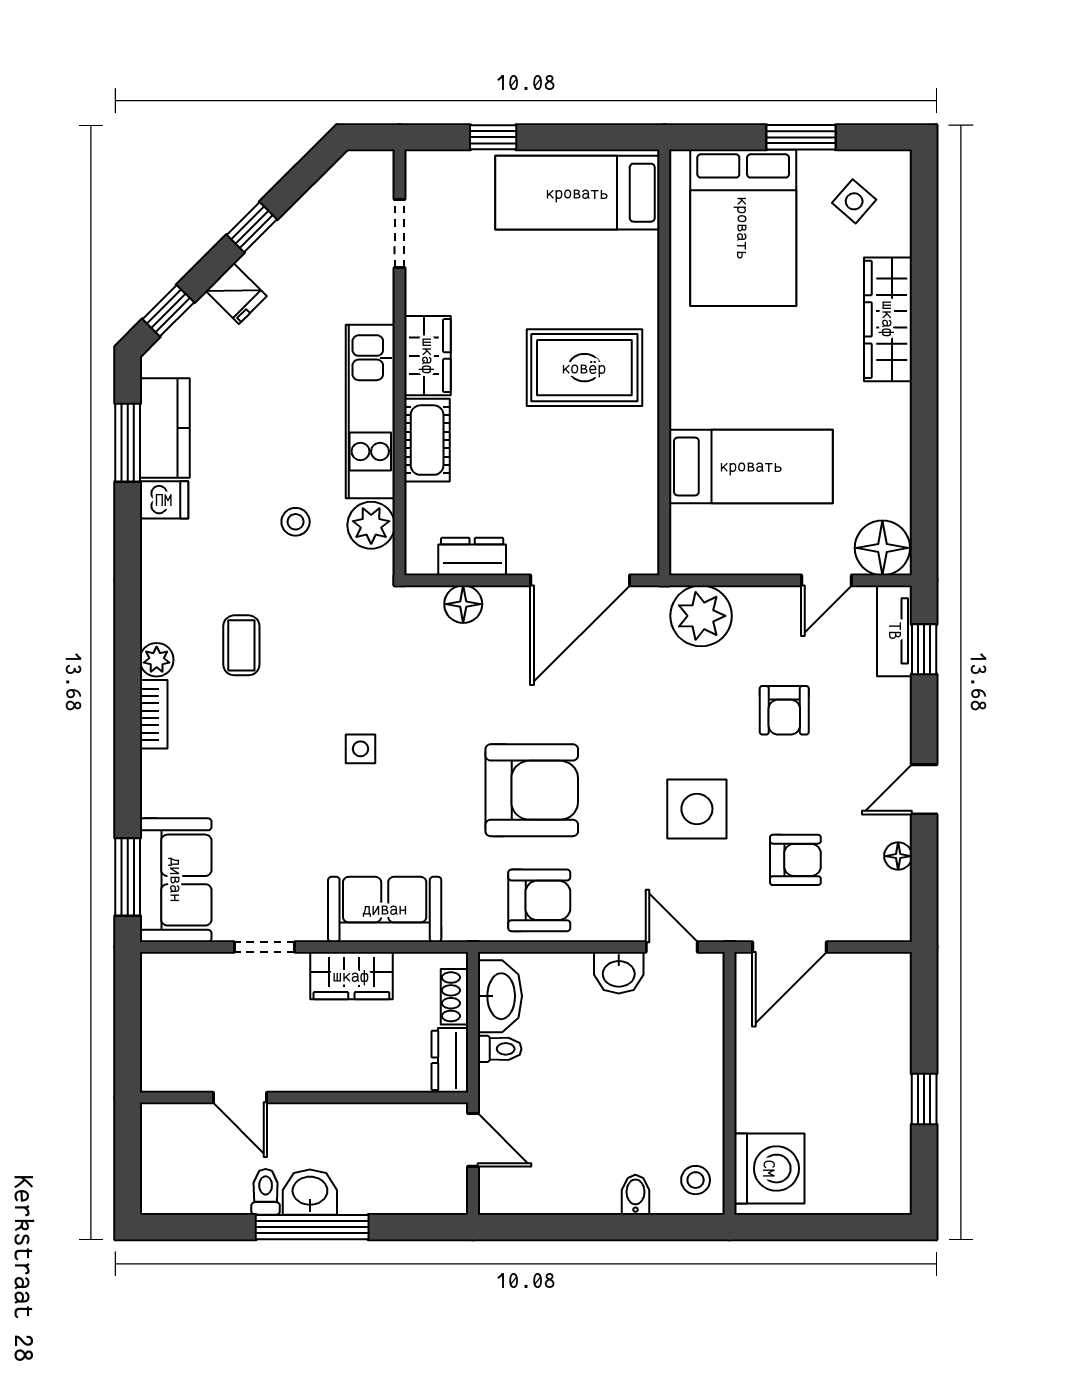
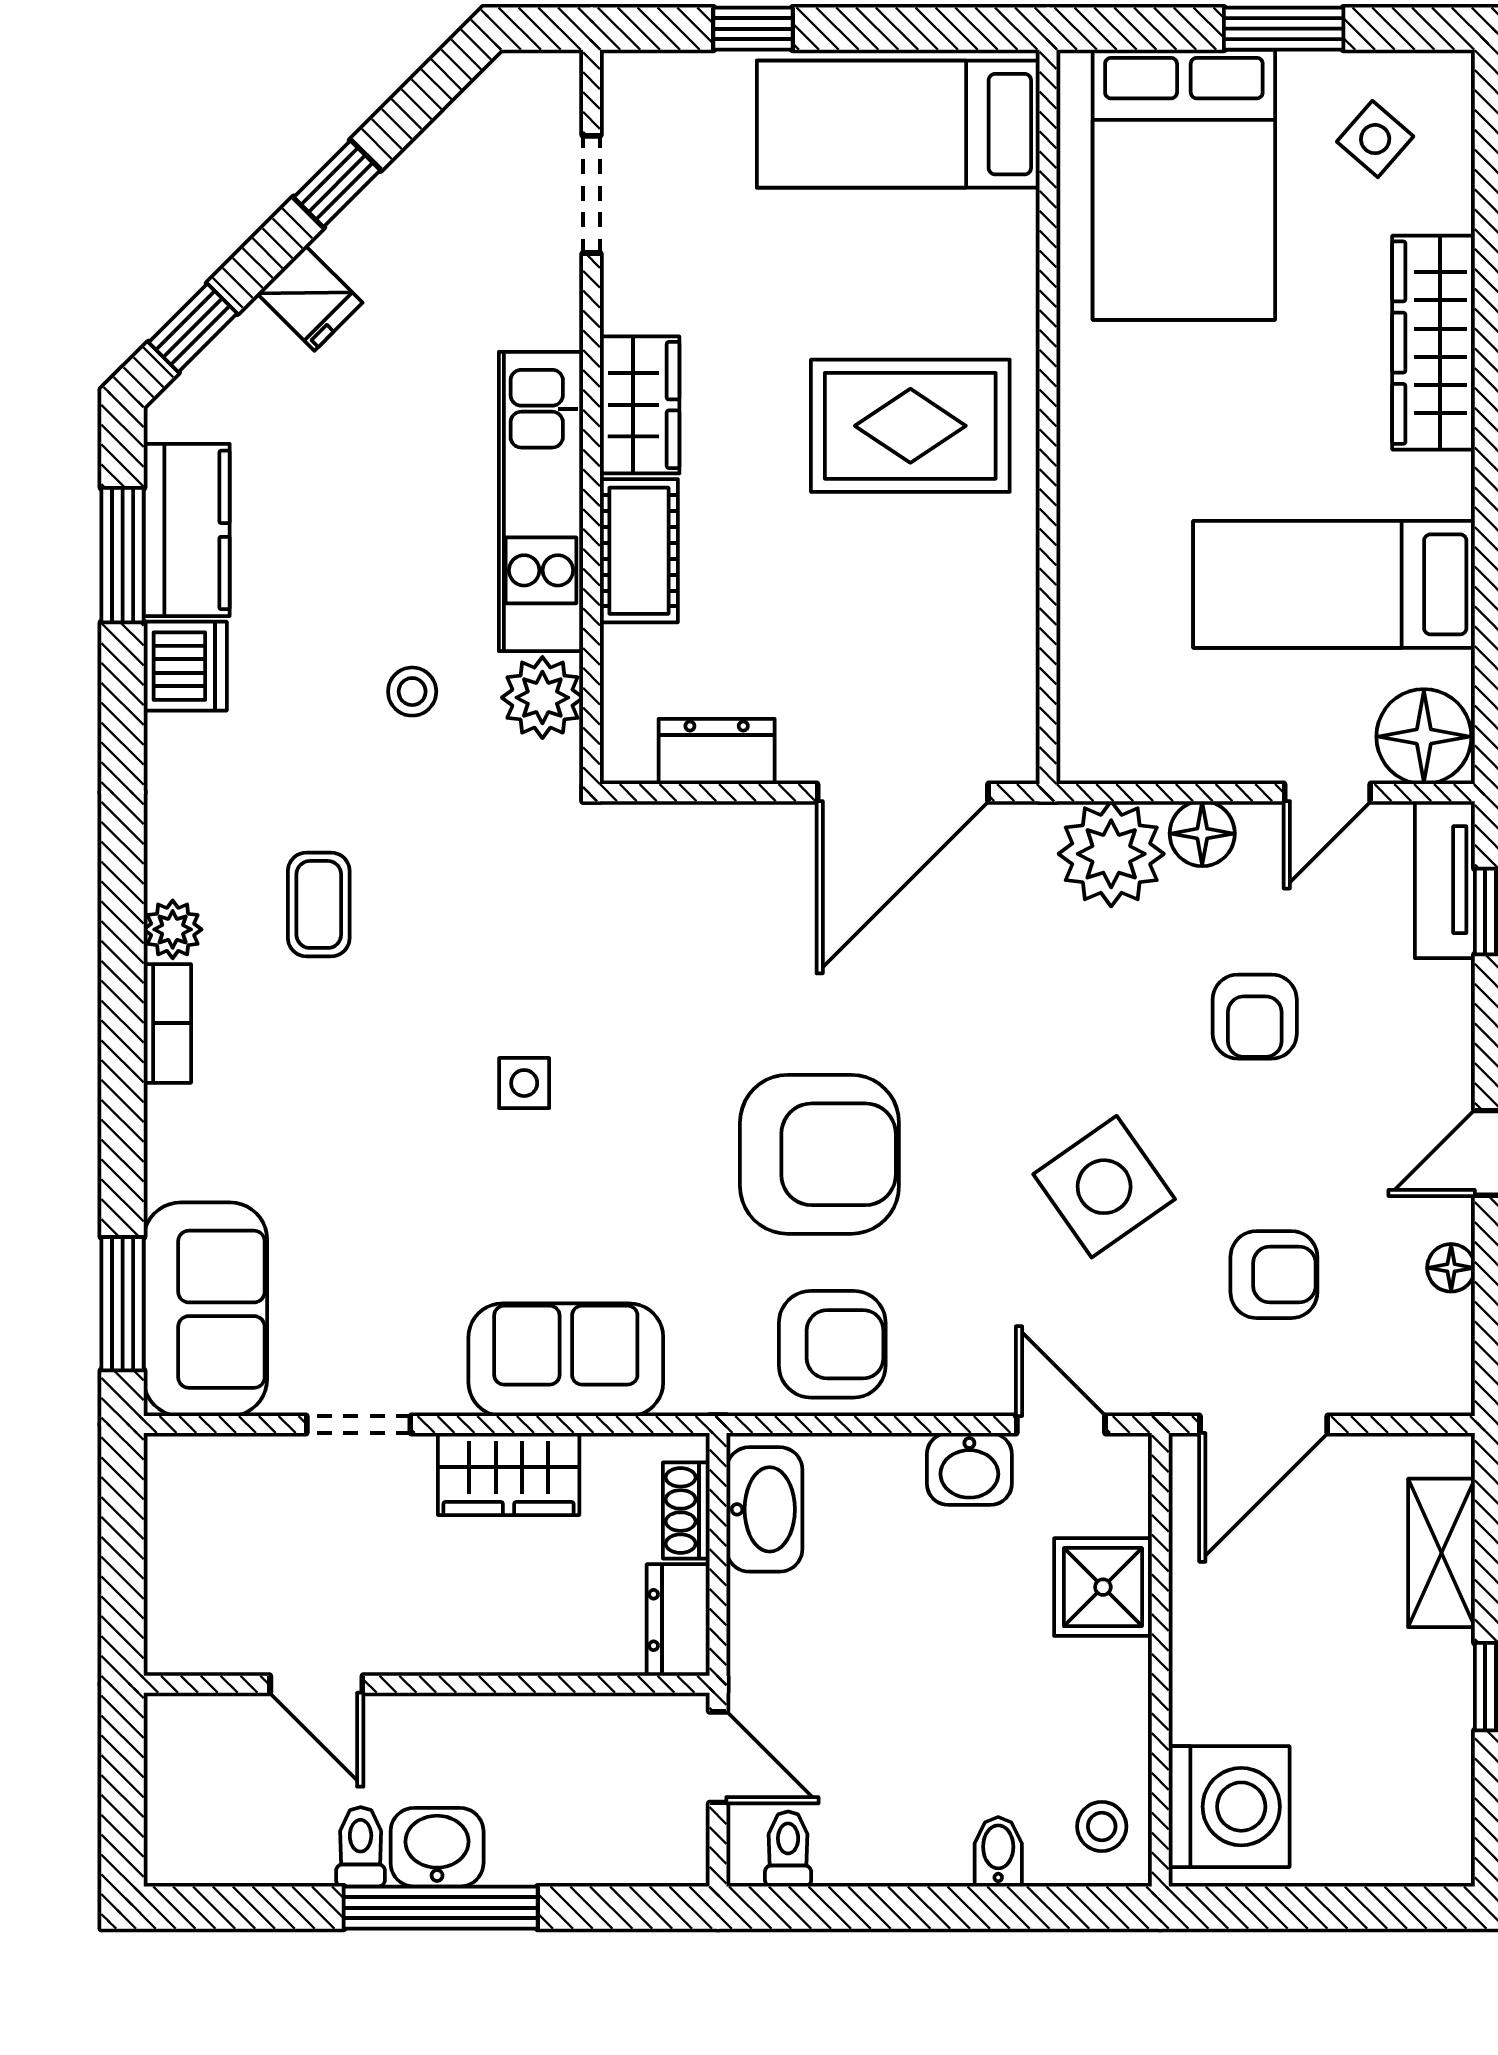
bed: (751, 466) -> (1334, 584), moved, turned 180
dishwasher: (164, 500) -> (185, 666), width x1.38
floor lamp: (463, 604) -> (1202, 834), moved
side table: (697, 809) -> (1104, 1187), turned -35
shelving: (893, 1021) -> (1441, 1553), added
shower: (696, 1041) -> (1103, 1587), added
toilet: (500, 1049) -> (788, 1849), moved, turned -90

